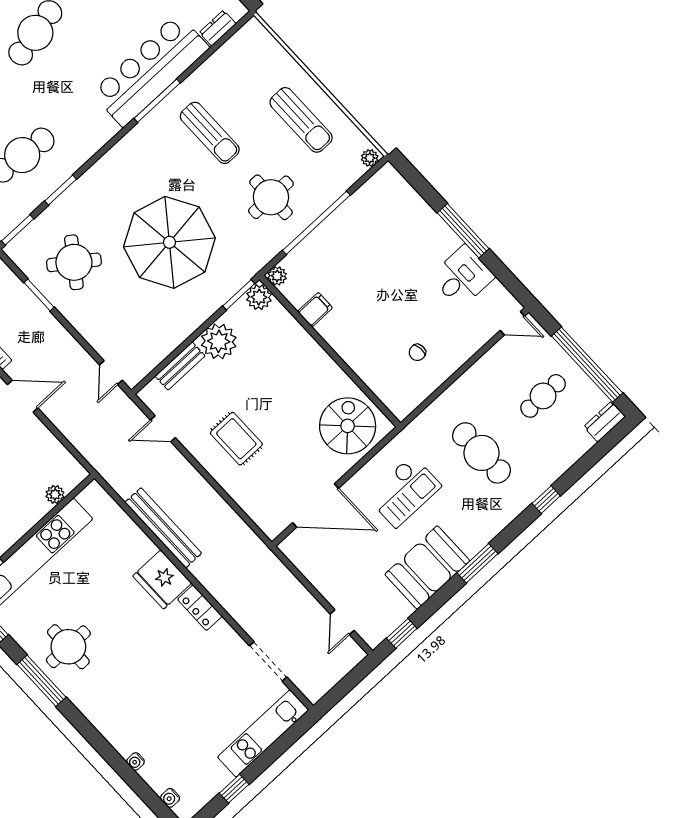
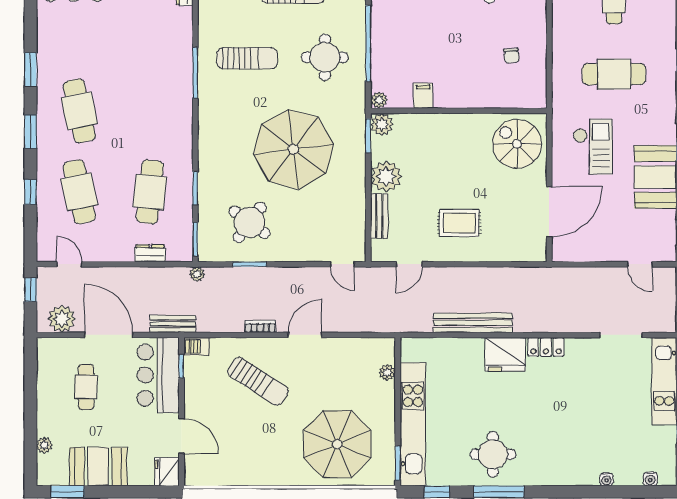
bar counter: (150, 70) -> (172, 59), removed

